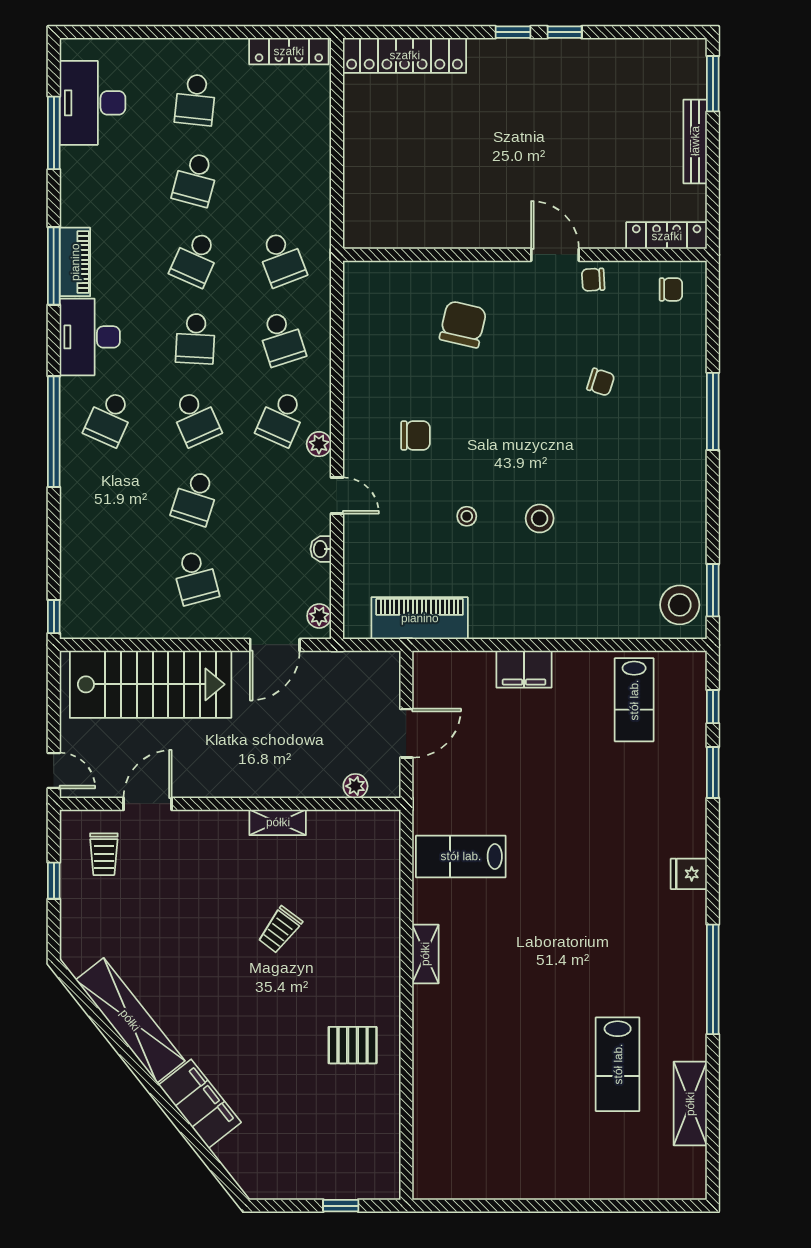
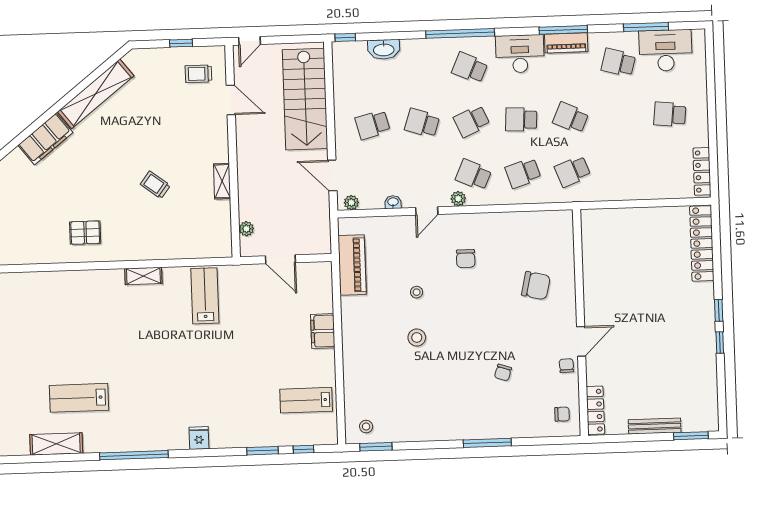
school desk: (195, 179) -> (618, 63), moved
chair: (671, 289) -> (562, 414), turned -90
washbasin: (75, 555) -> (384, 49), added
stool: (680, 605) -> (366, 427), width x0.53, depth x0.53
pallet: (353, 1045) -> (85, 233), turned 90

